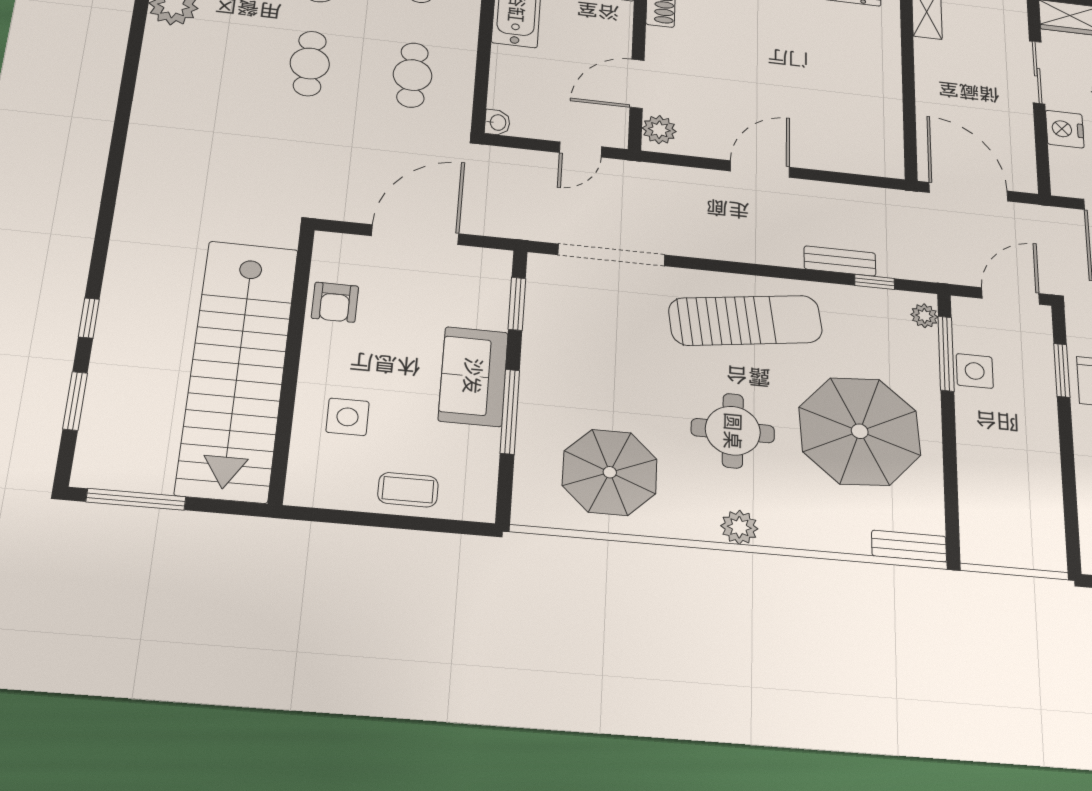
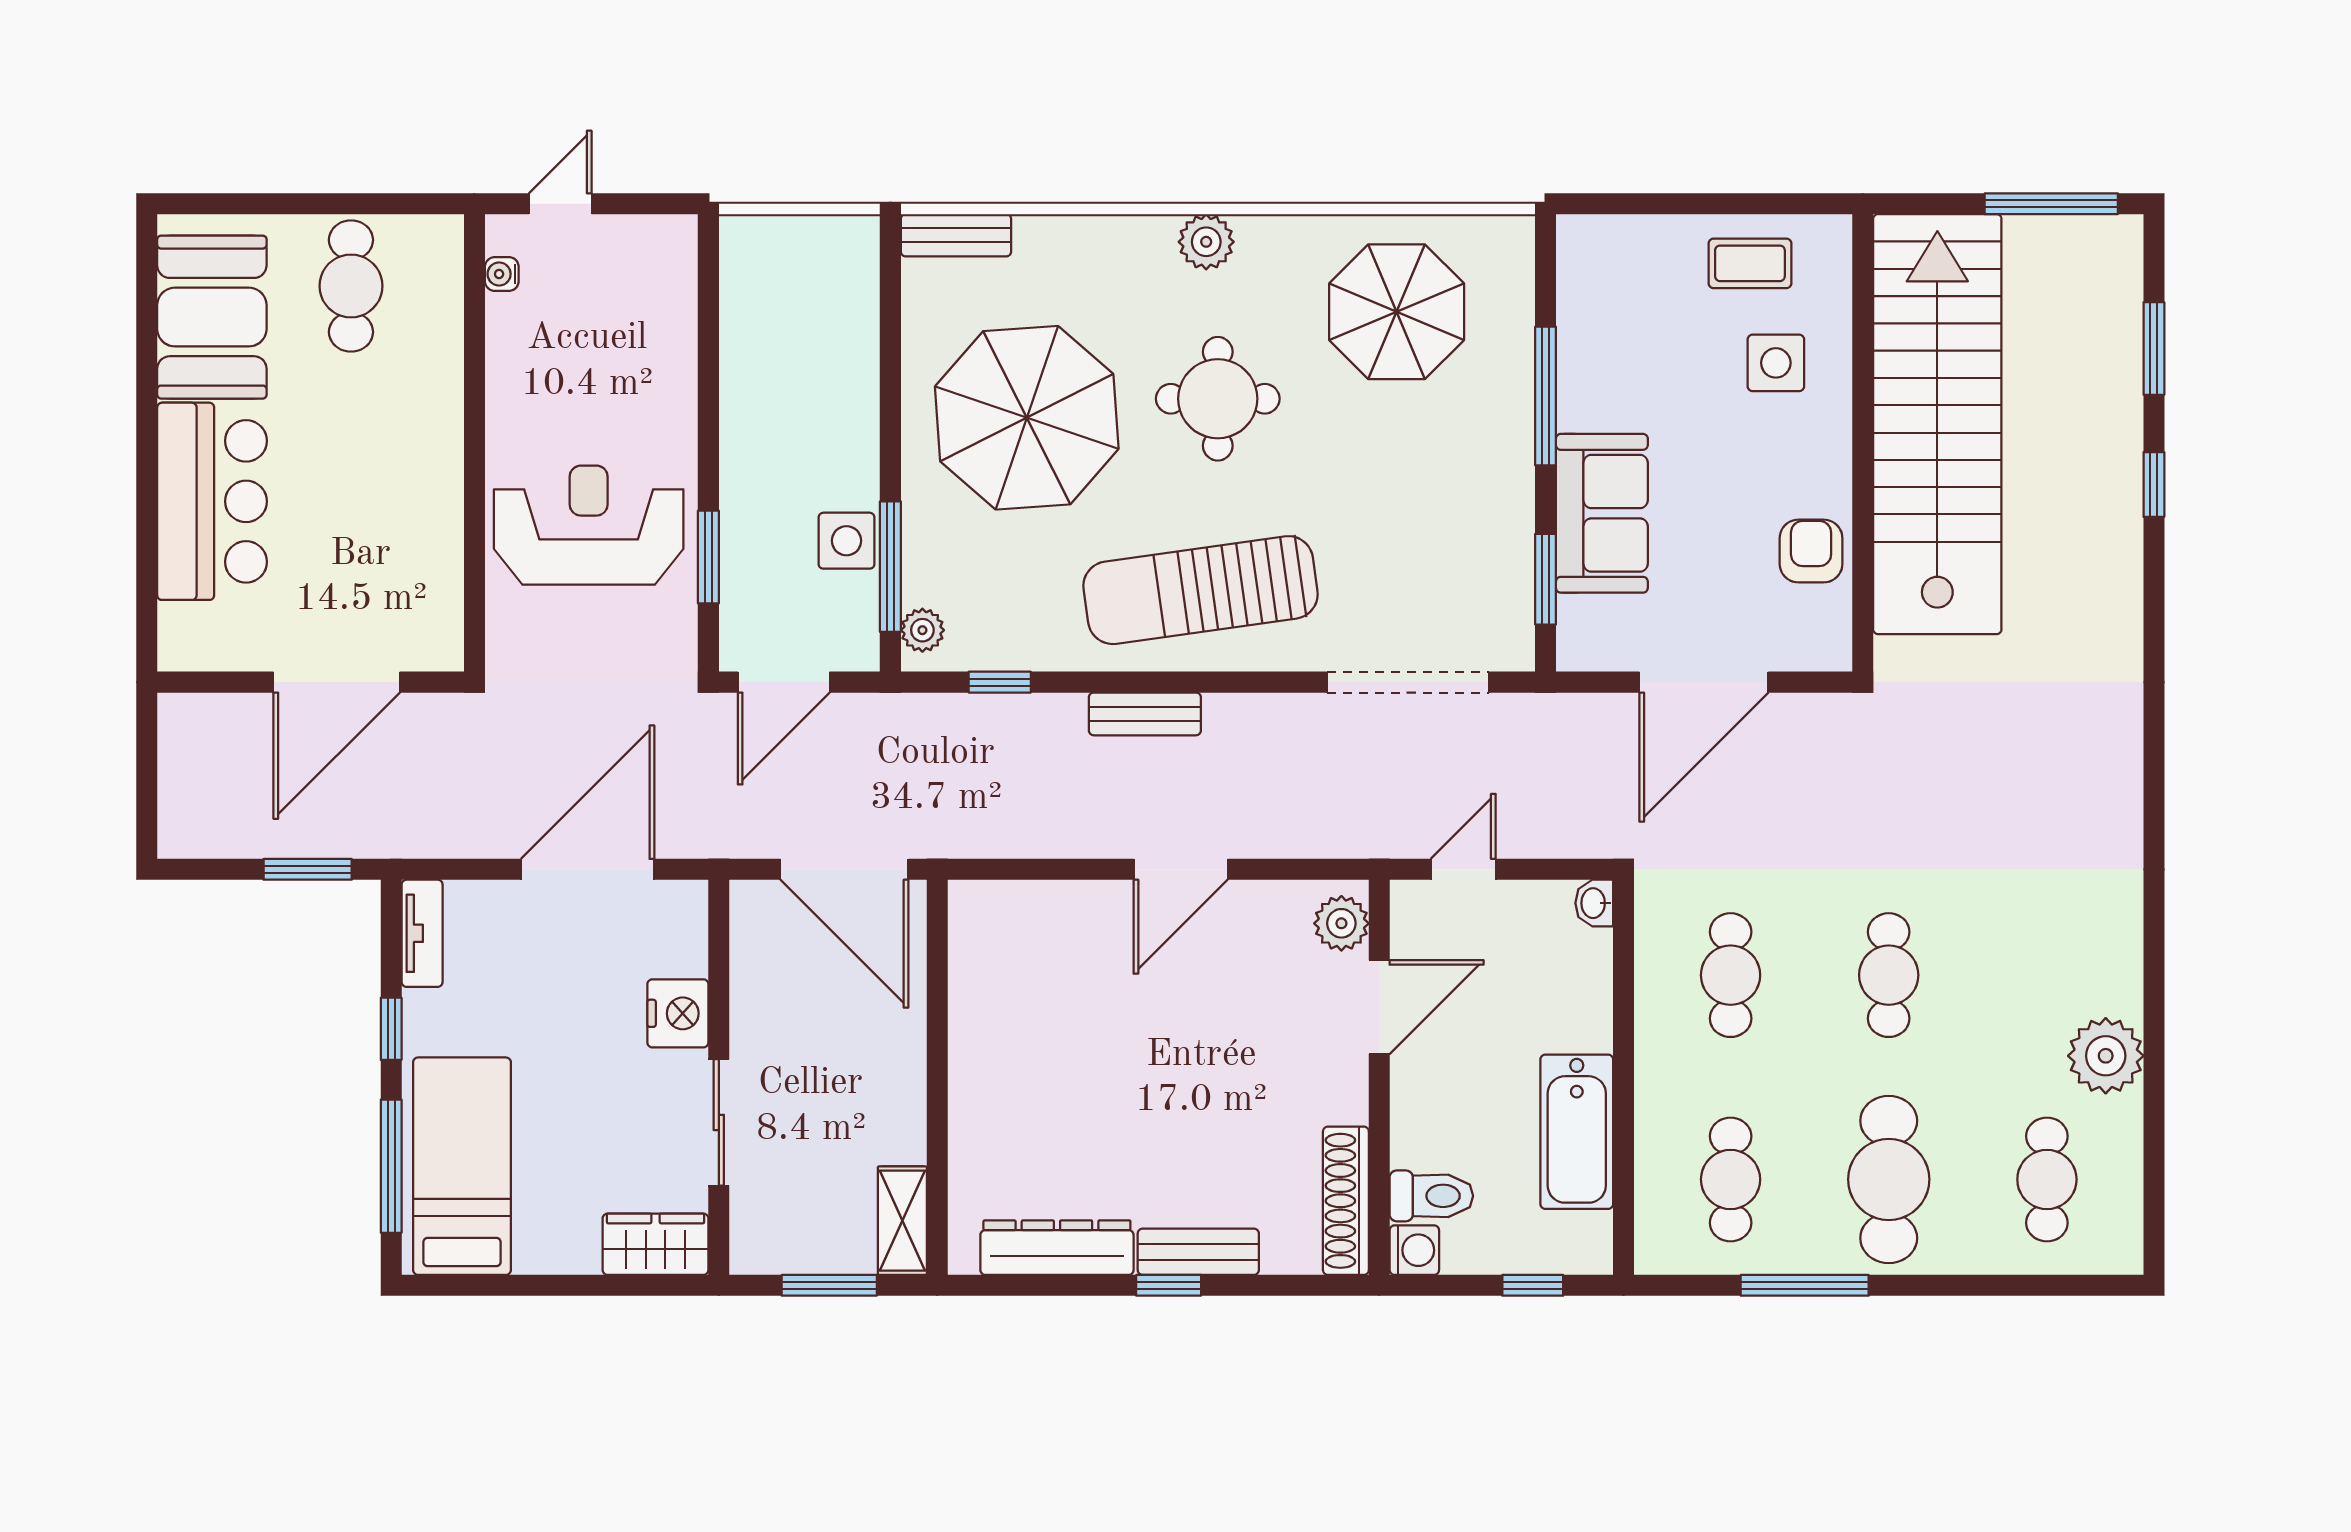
bench: (840, 261) -> (1145, 714), moved
sofa: (473, 376) -> (1602, 513), moved
coffee table: (408, 490) -> (1750, 263), moved

